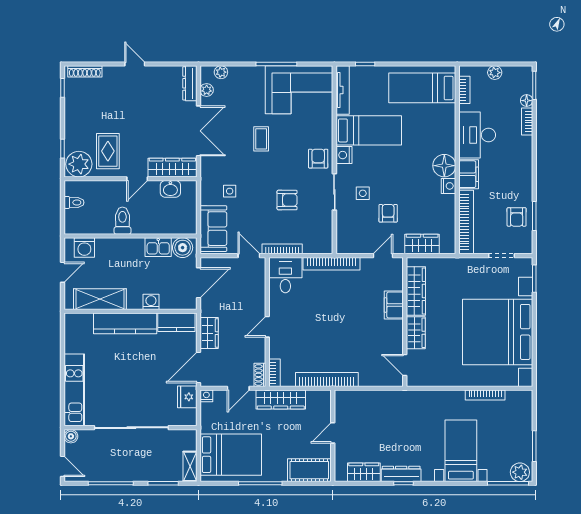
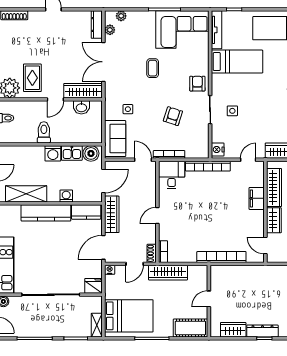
double door: (198, 131) -> (103, 62), swing flipped
nightstand: (344, 155) -> (218, 150), moved
armchair: (287, 200) -> (173, 116), turned -72
armchair: (388, 213) -> (252, 126), removed
washing machine: (84, 248) -> (53, 153), moved
wardrobe: (209, 333) -> (112, 214), width x1.50
bookcase: (327, 380) -> (221, 257), moved
fridge: (187, 397) -> (93, 286), moved, turned 90

